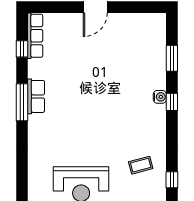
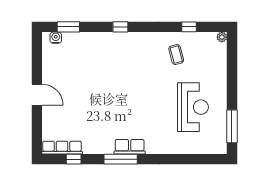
window: (172, 58) -> (68, 27), moved
row of seats: (36, 96) -> (130, 147), moved
water cooler: (160, 97) -> (56, 38), moved

